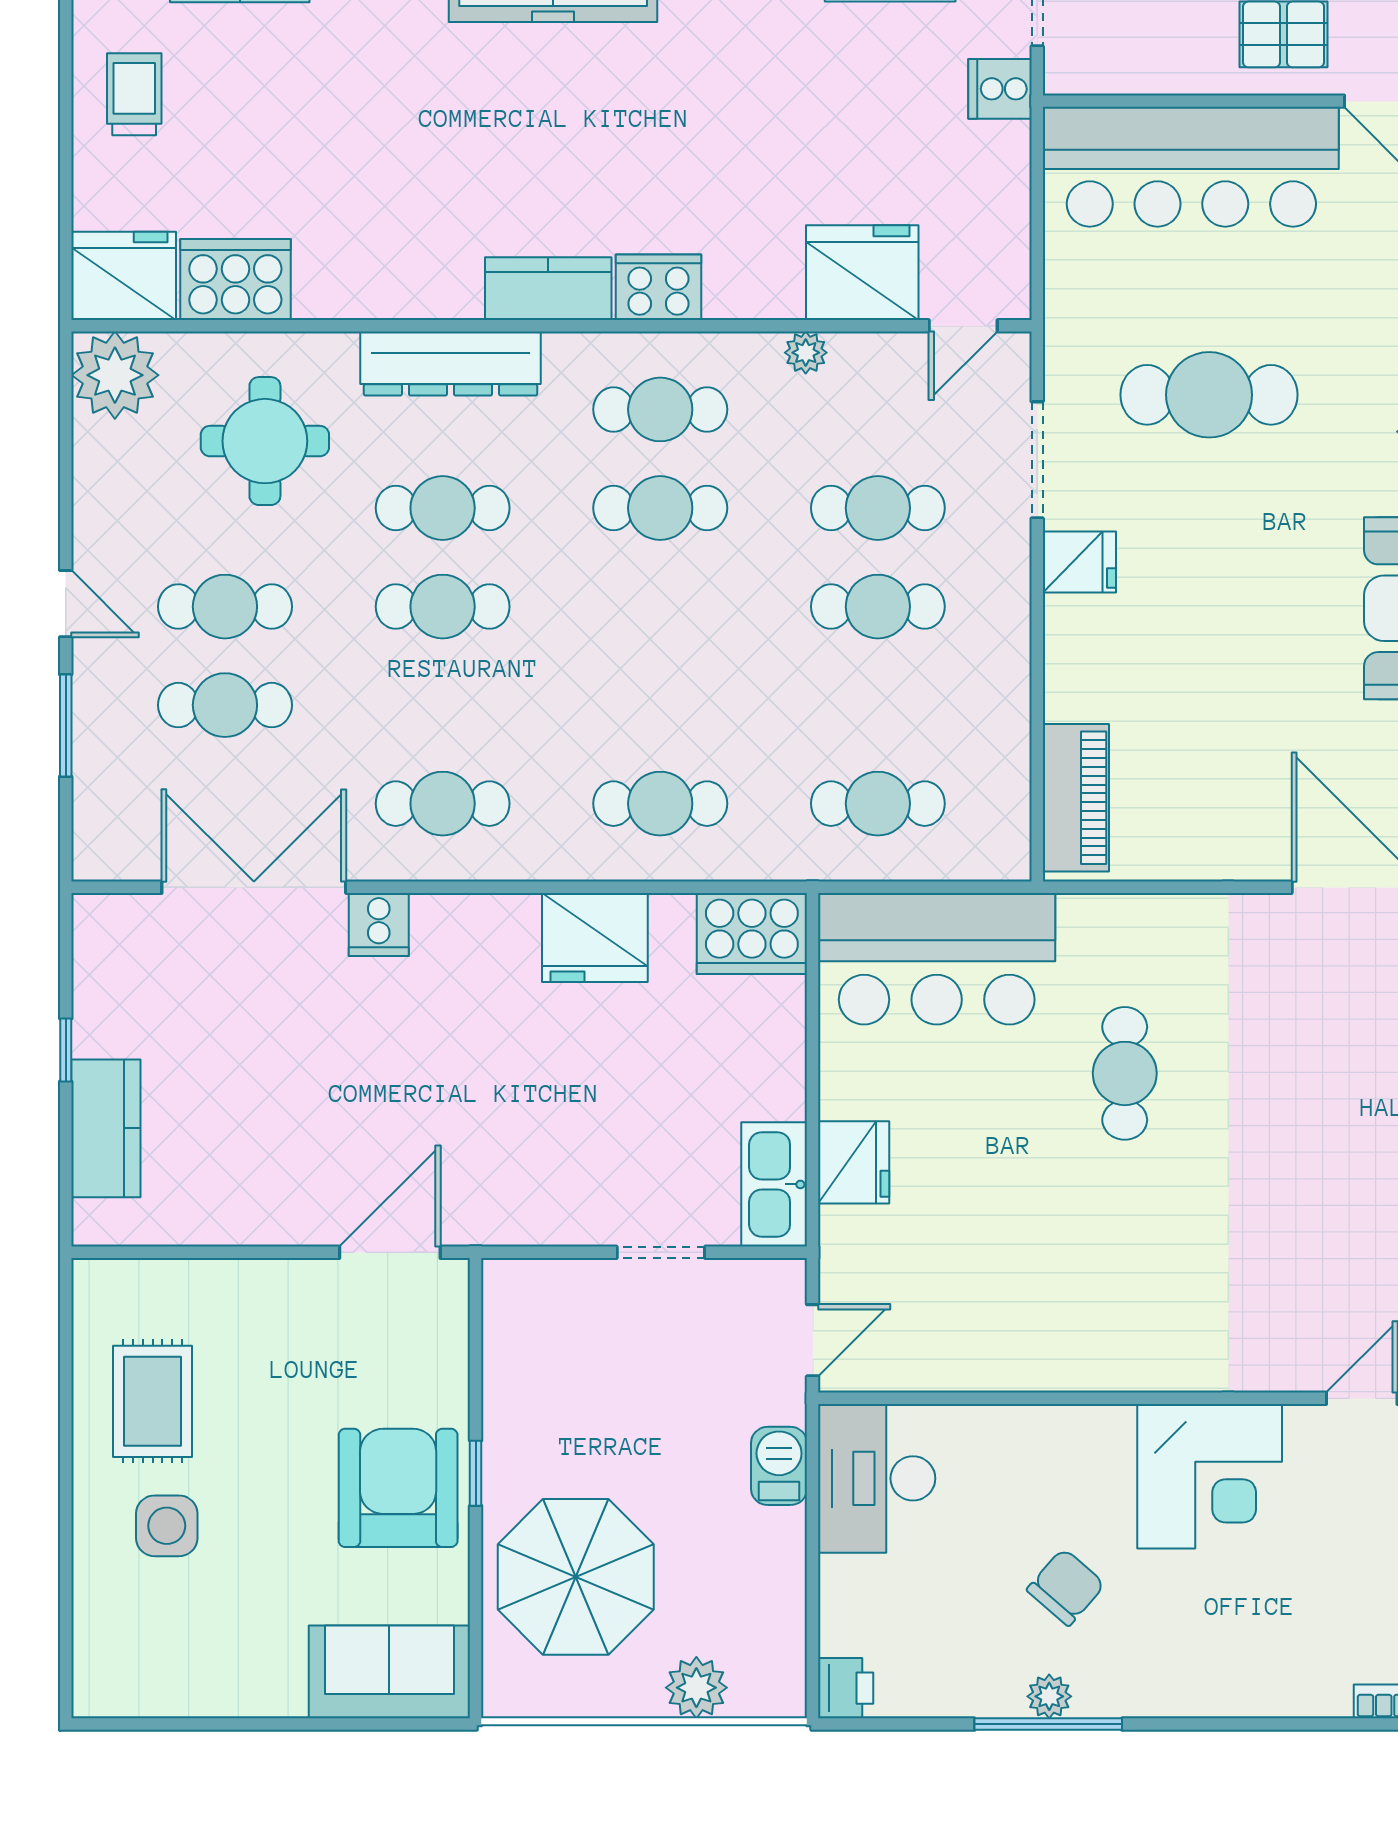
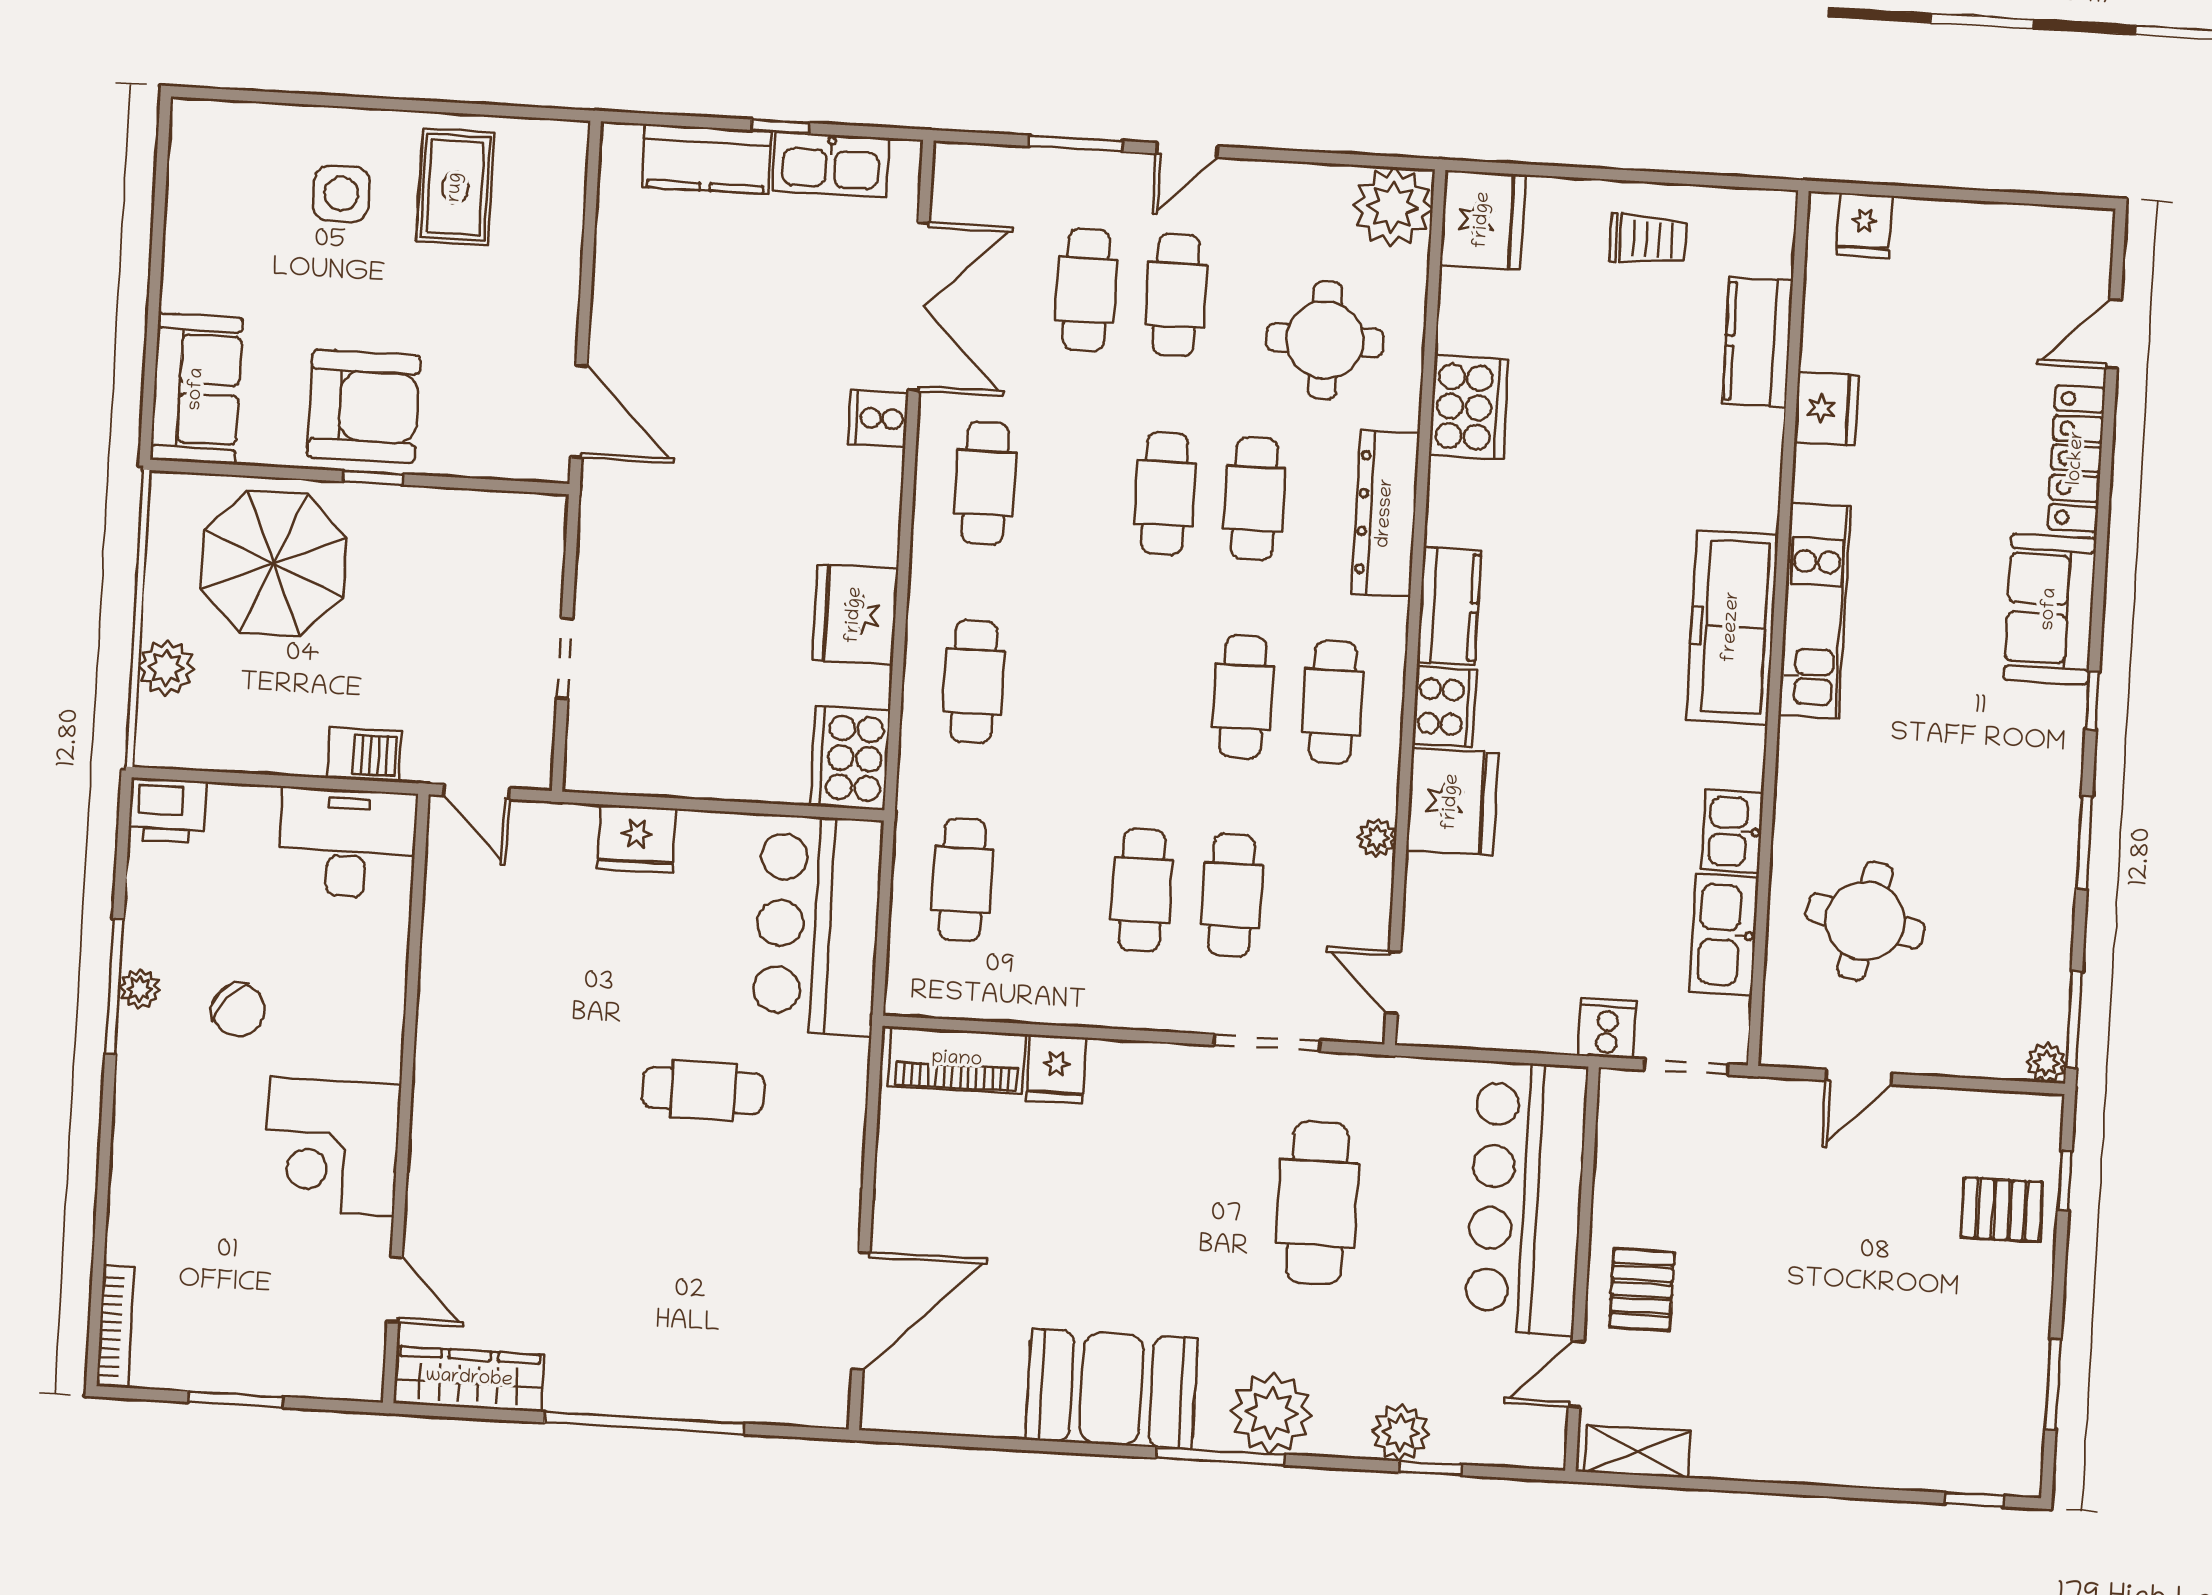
fridge: (862, 273) -> (1452, 802), moved
cooker: (235, 279) -> (1469, 407), moved
fridge: (1079, 562) -> (1056, 1069), moved
kitchen sink: (774, 1184) -> (831, 165), moved, turned 180
rug: (153, 1401) -> (456, 187), turned 90
printer: (846, 1688) -> (167, 810), width x1.36, depth x1.24

